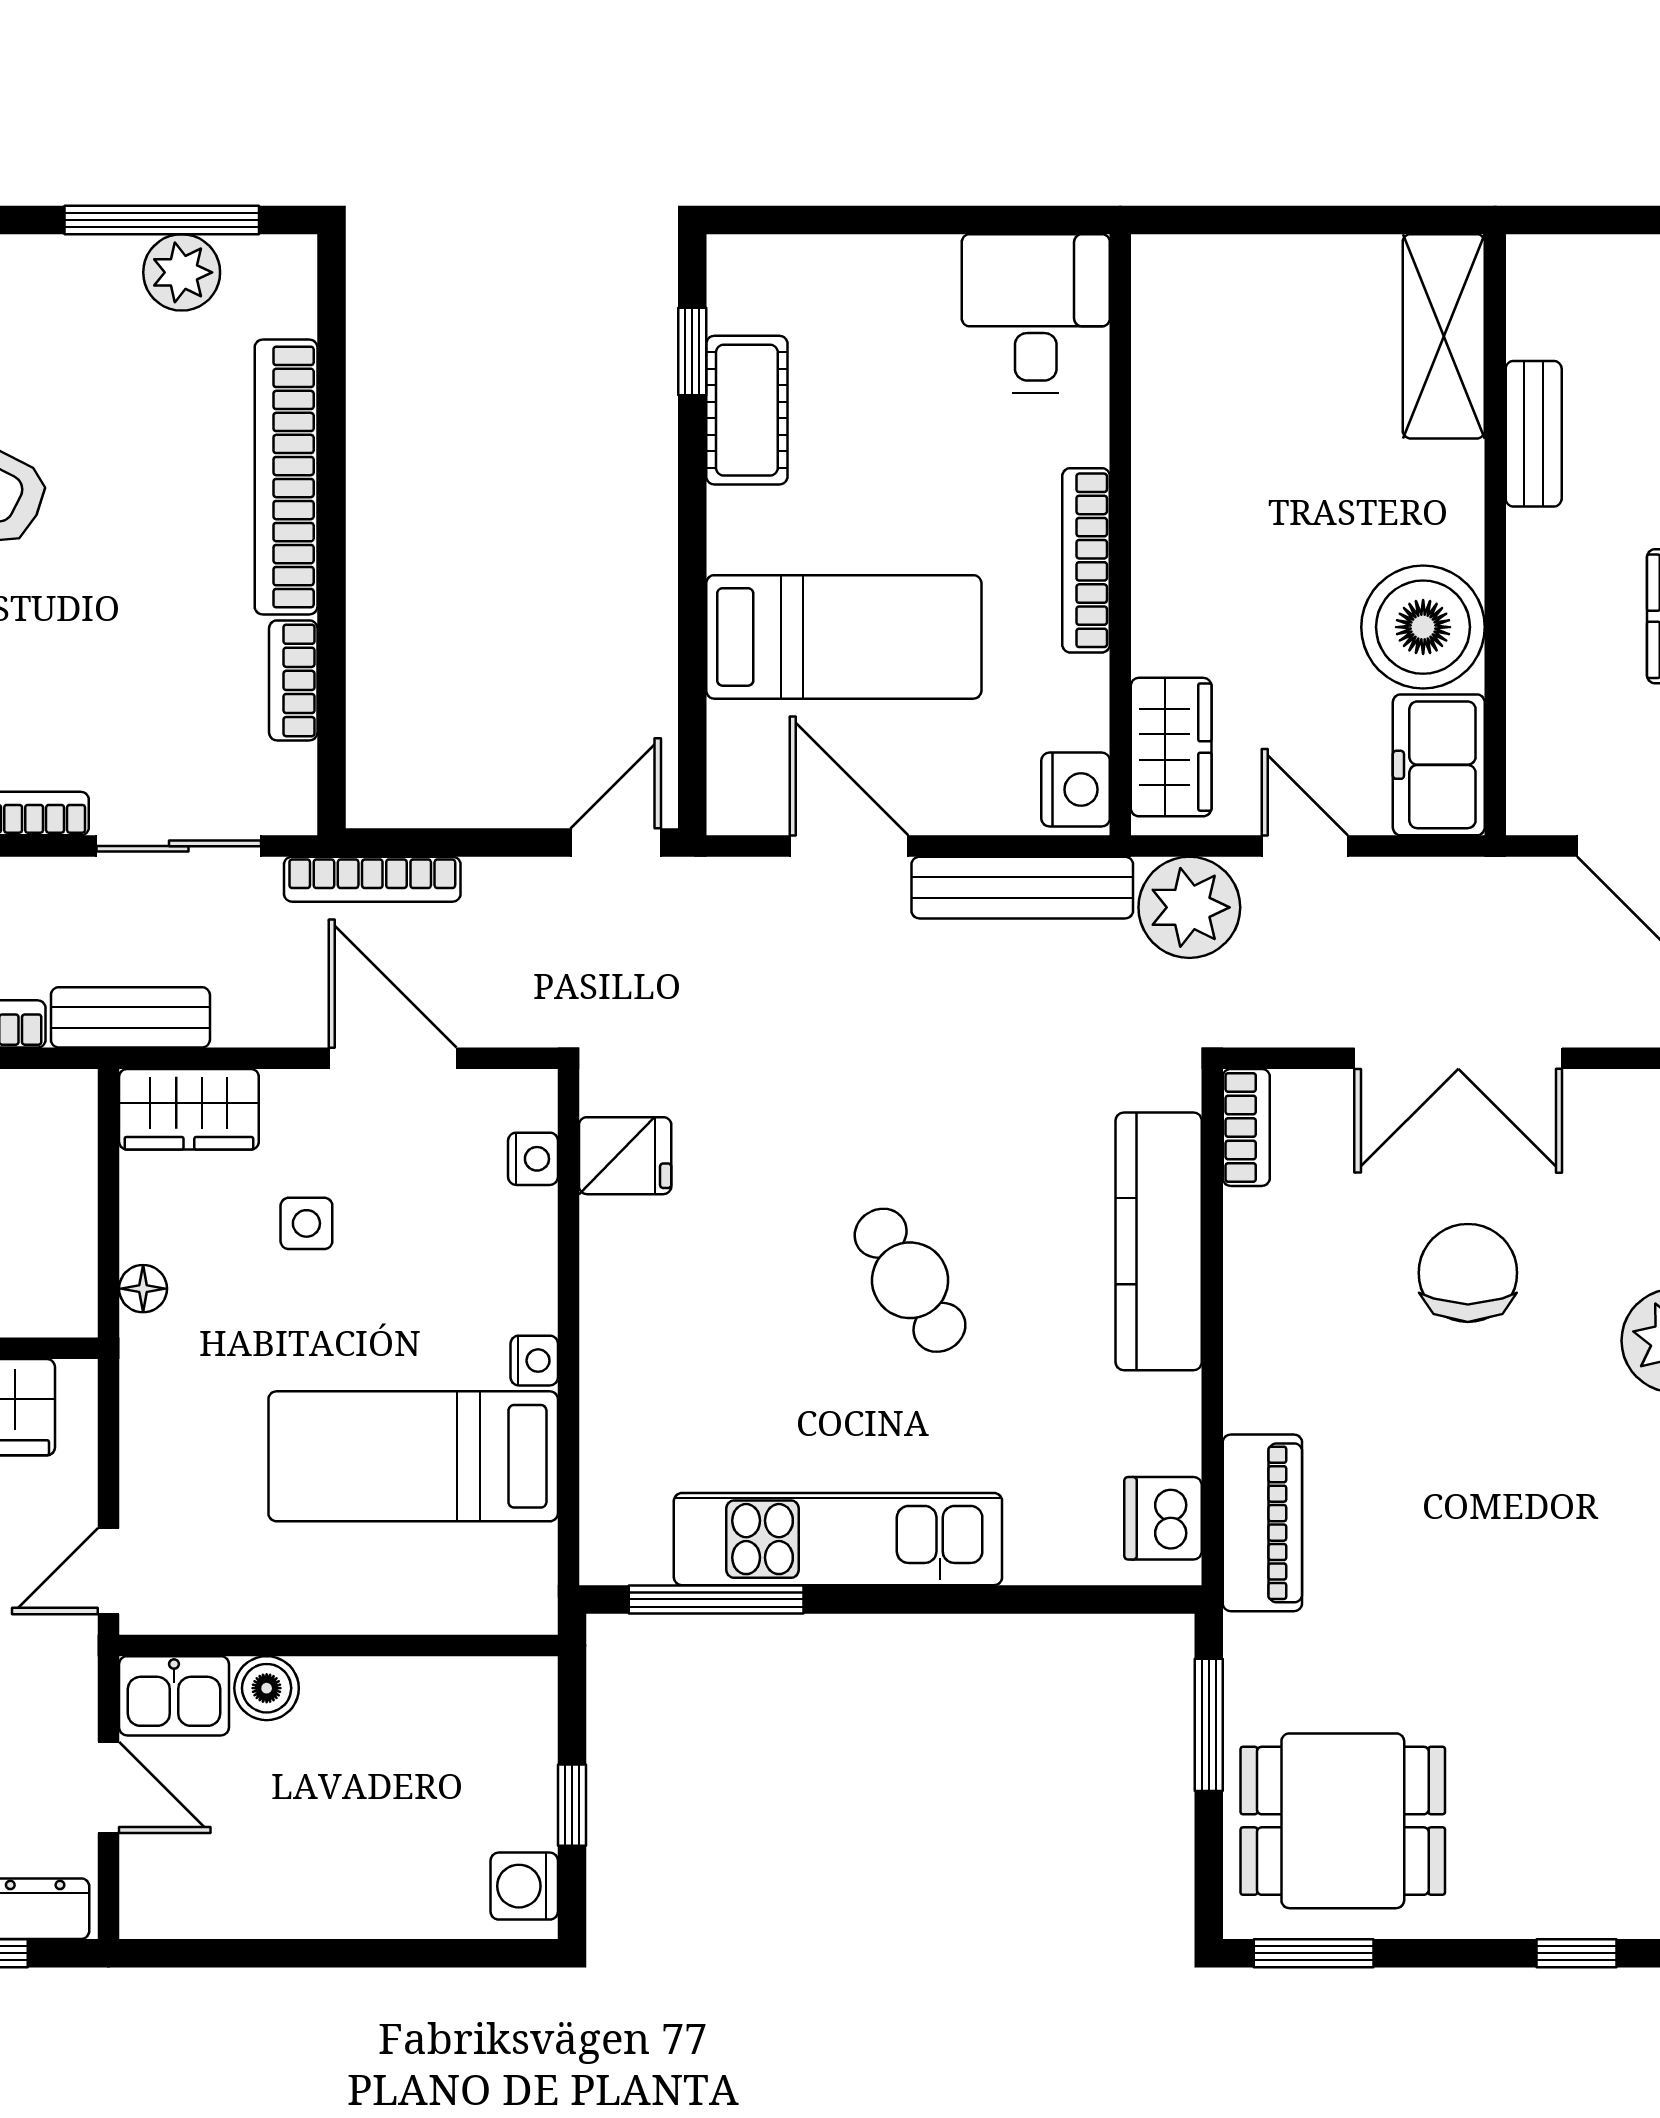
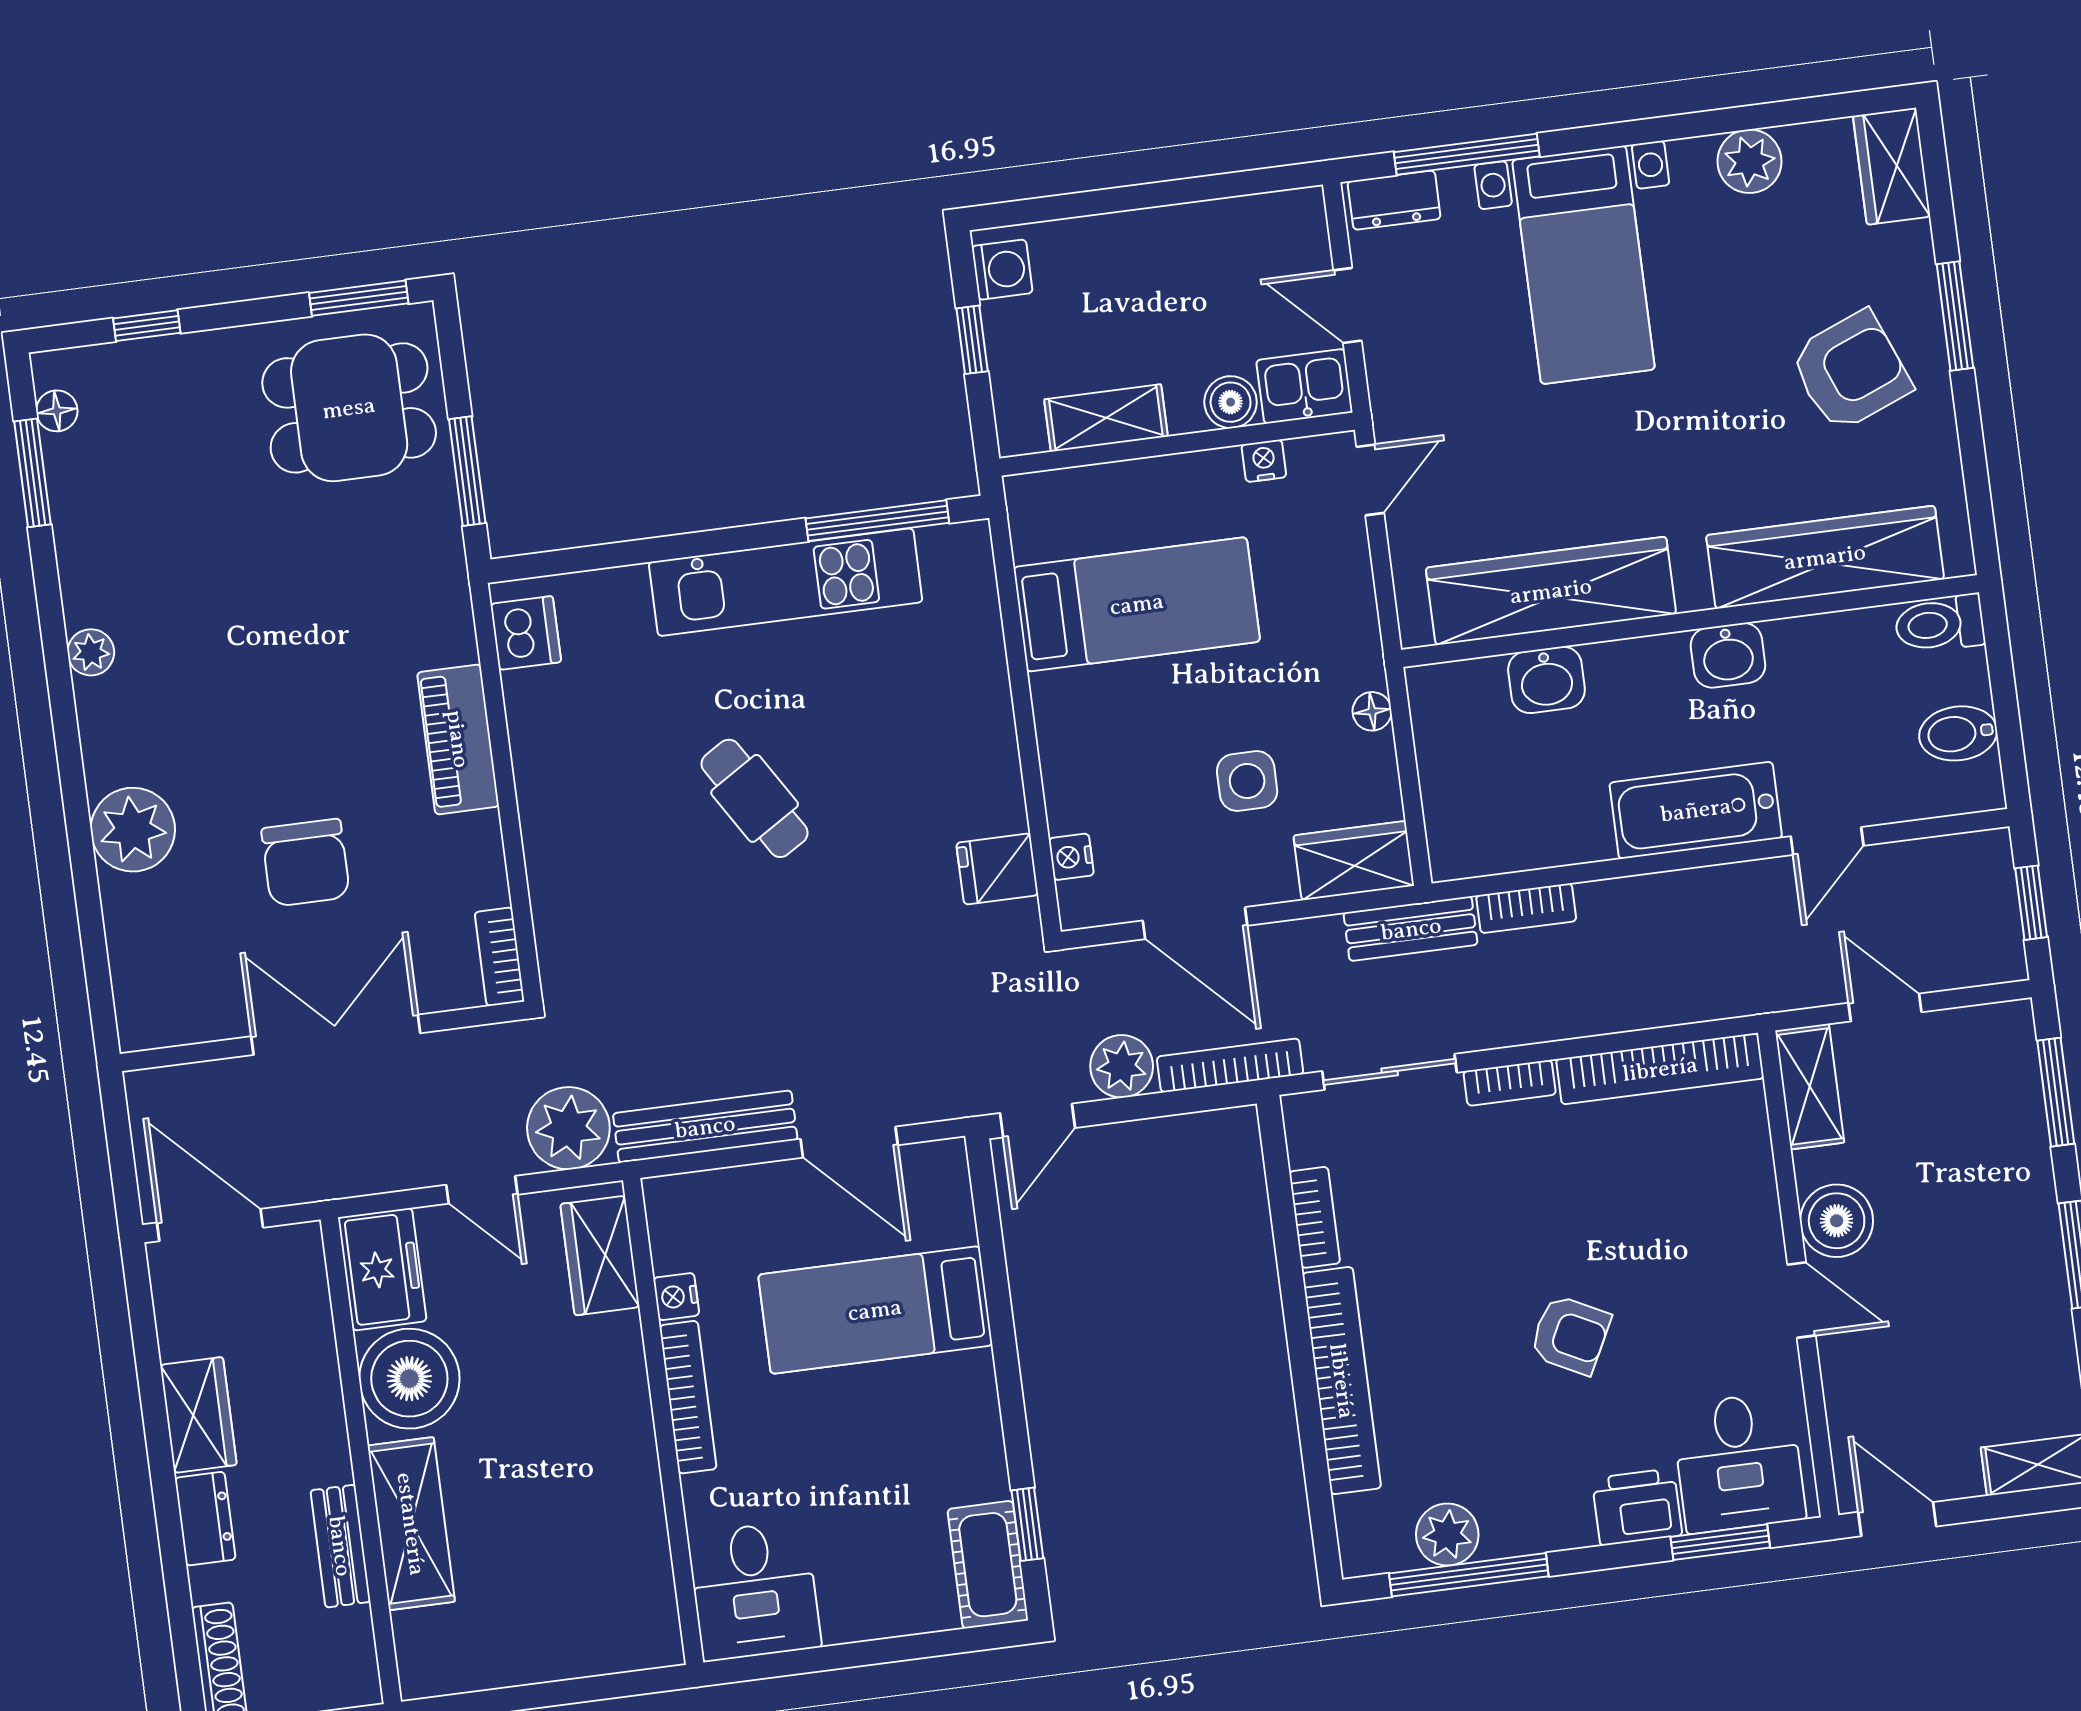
shelving: (1444, 336) -> (411, 1524), moved
cot: (747, 410) -> (988, 1565), moved
nightstand: (1076, 790) -> (676, 1297), moved, width x0.72, depth x0.74
plant: (505, 895) -> (1122, 1066), added
side table: (306, 1223) -> (1247, 781), width x1.37, depth x1.37
kitchen counter: (1159, 1241) -> (558, 856), removed
nightstand: (534, 1361) -> (1264, 461), moved, turned 90
piano: (1262, 1523) -> (458, 739), moved
shelving: (421, 1689) -> (1106, 418), added

